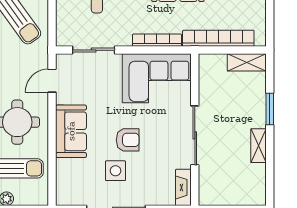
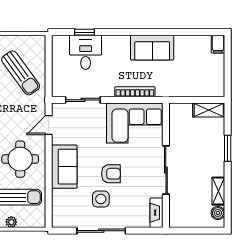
bookcase: (218, 38) -> (185, 90), removed
shelving: (258, 146) -> (218, 191), moved
boiler: (258, 188) -> (218, 213), added

